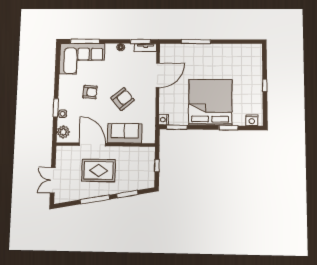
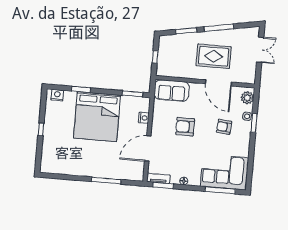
armchair: (90, 92) -> (224, 127), moved
armchair: (123, 99) -> (185, 127), turned 40
nightstand: (164, 120) -> (144, 118), moved
sofa: (125, 133) -> (172, 90), moved

